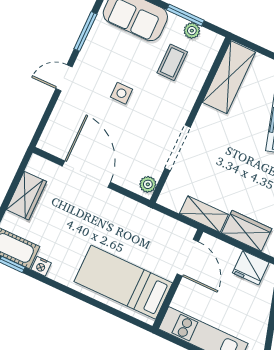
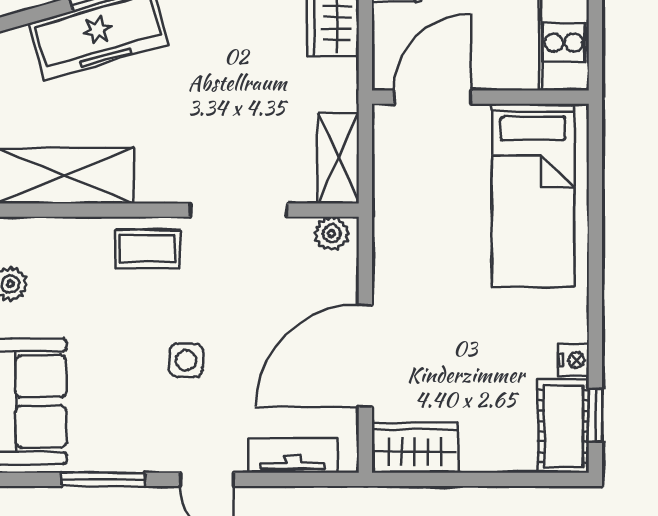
coffee table: (172, 62) -> (147, 249), moved
tv unit: (57, 121) -> (293, 456), added
wardrobe: (26, 196) -> (415, 448), moved
shelving: (204, 214) -> (338, 158), moved

